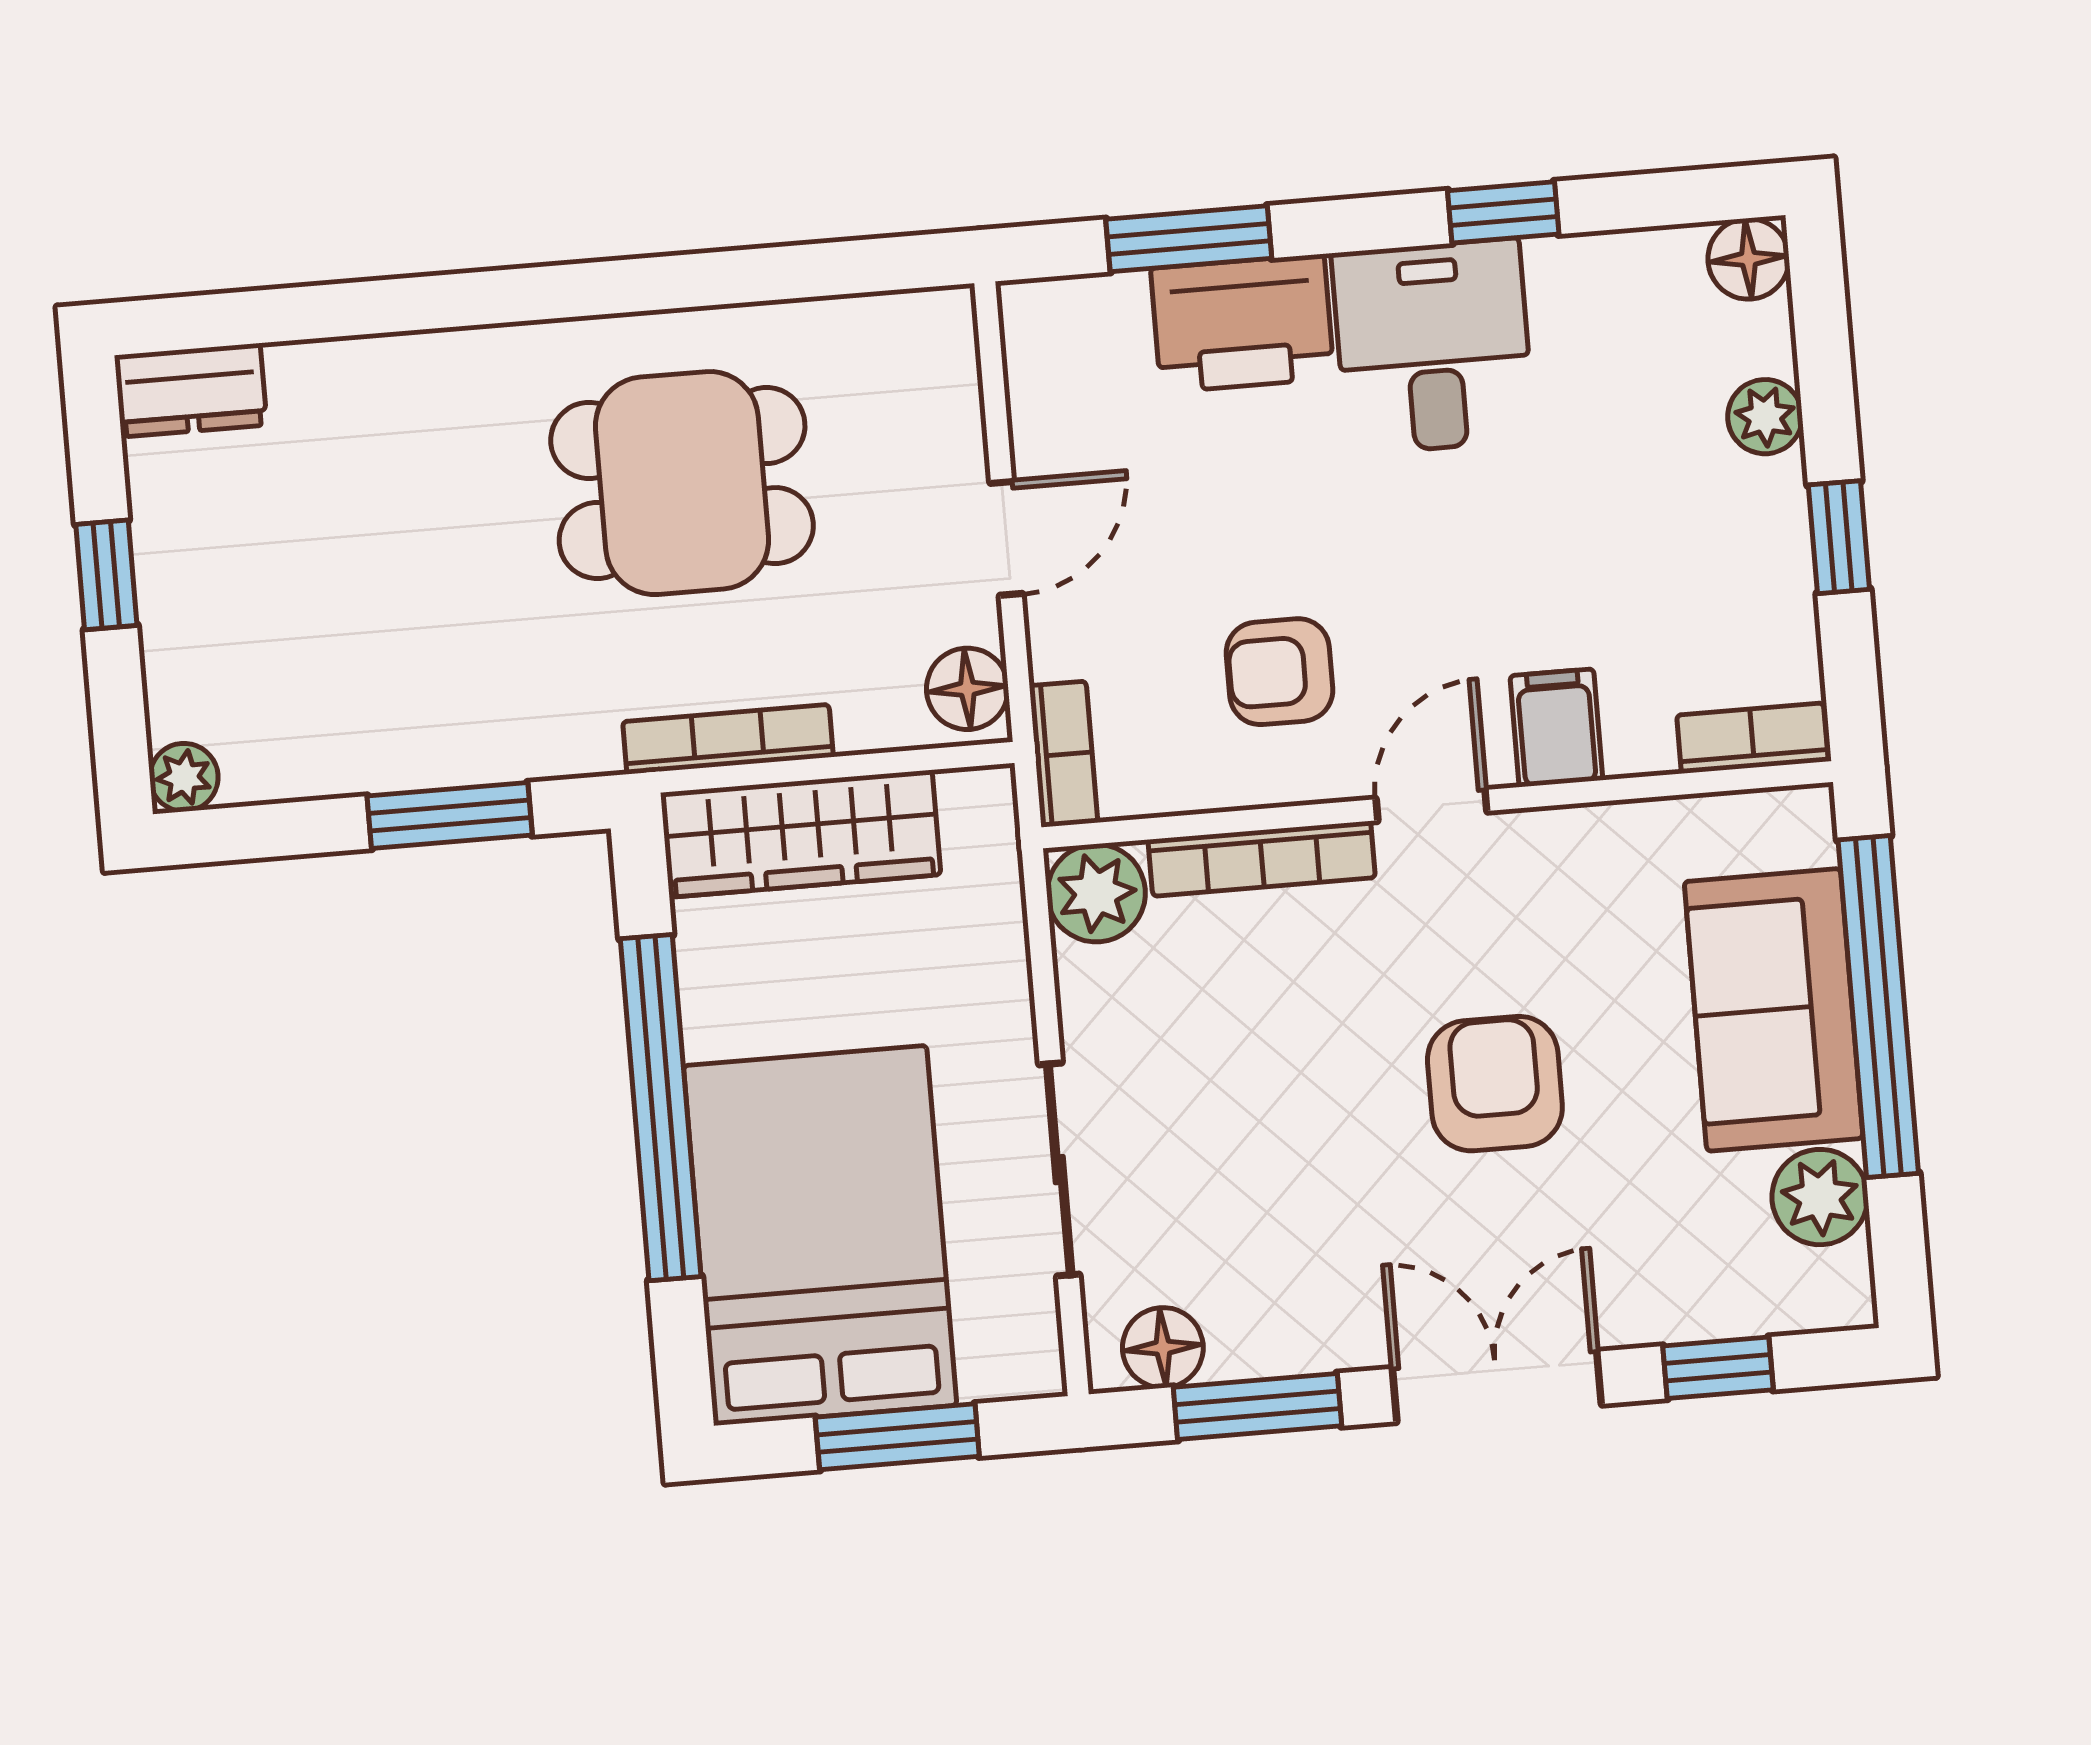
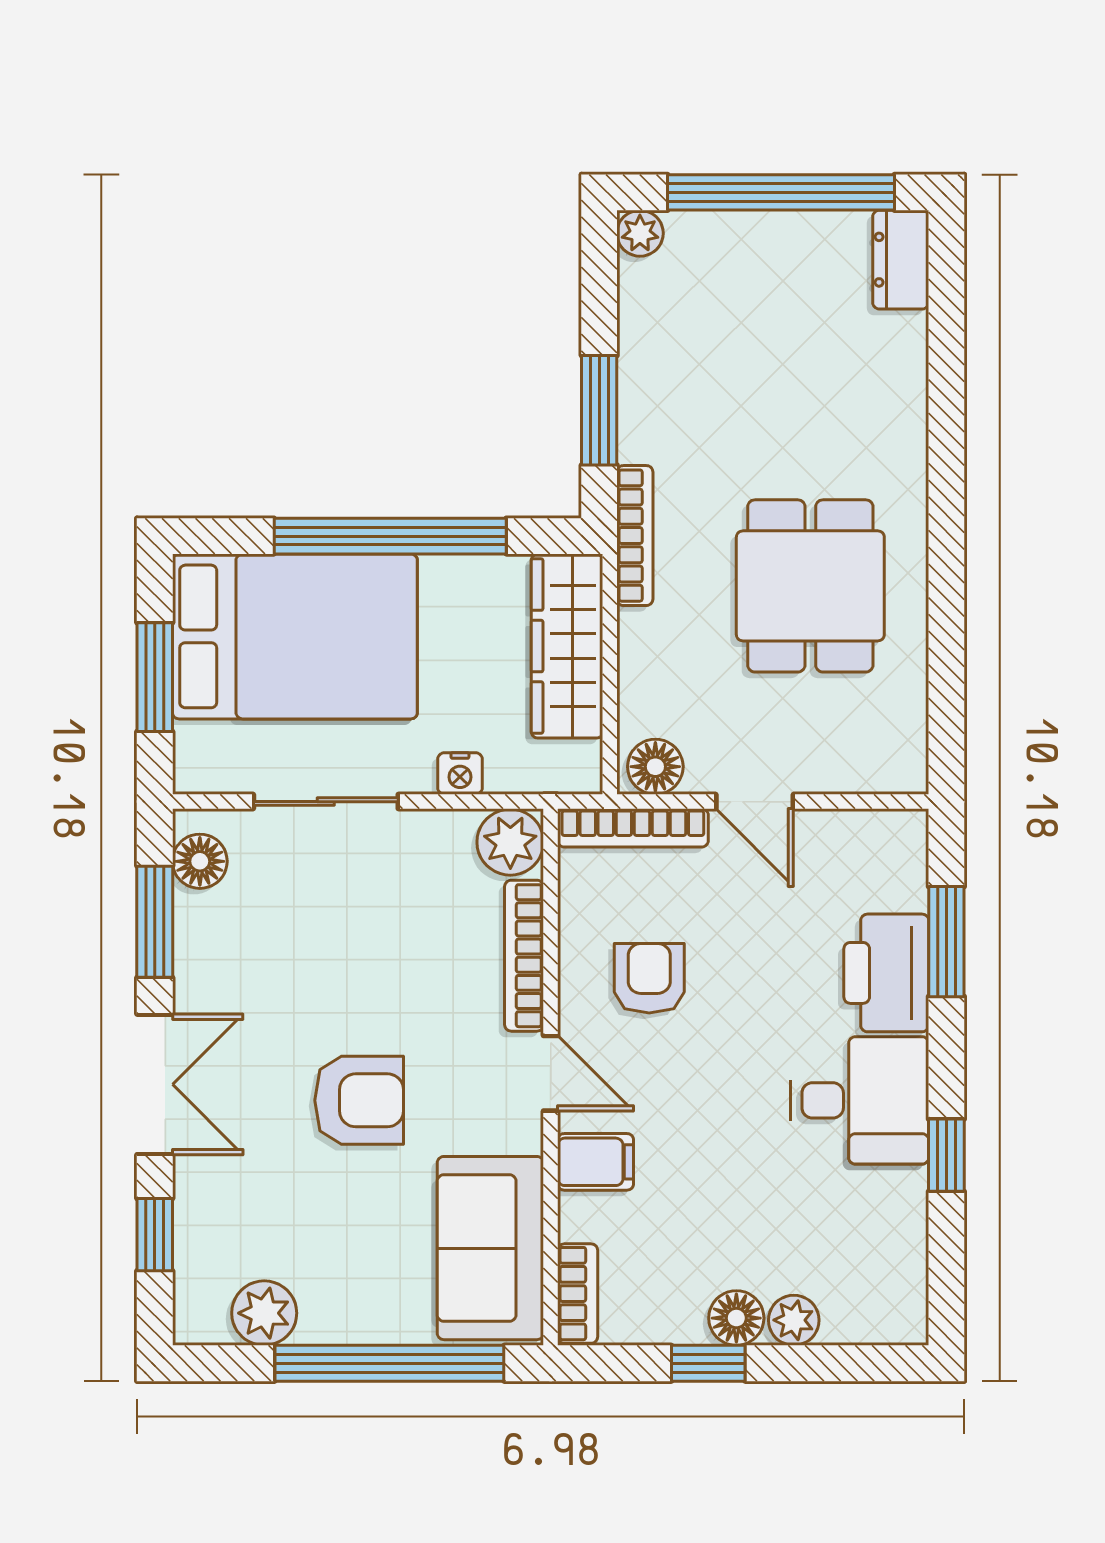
floor lamp: (1748, 259) -> (736, 1318), moved
window: (106, 575) -> (781, 192), width x3.17
bookcase: (728, 739) -> (635, 536), moved
bookcase: (1064, 754) -> (633, 828), width x1.56
nightstand: (1002, 976) -> (460, 774), added
sofa: (1774, 1010) -> (490, 1248), moved, turned -90

